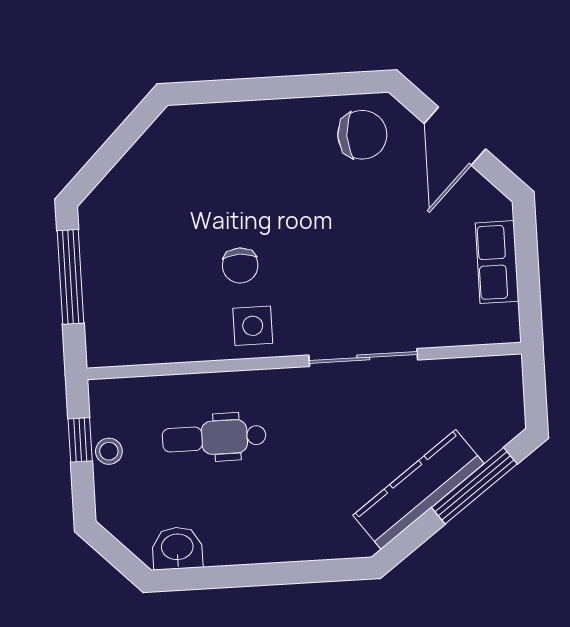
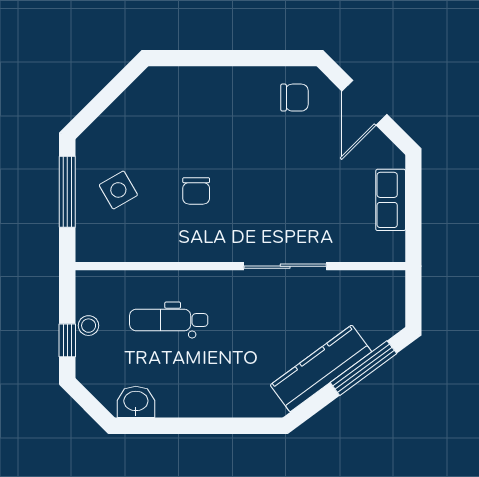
chair: (362, 135) -> (294, 98), width x0.73, depth x0.73
side table: (253, 326) -> (118, 190), moved, turned -30
window: (80, 440) -> (67, 340), moved

